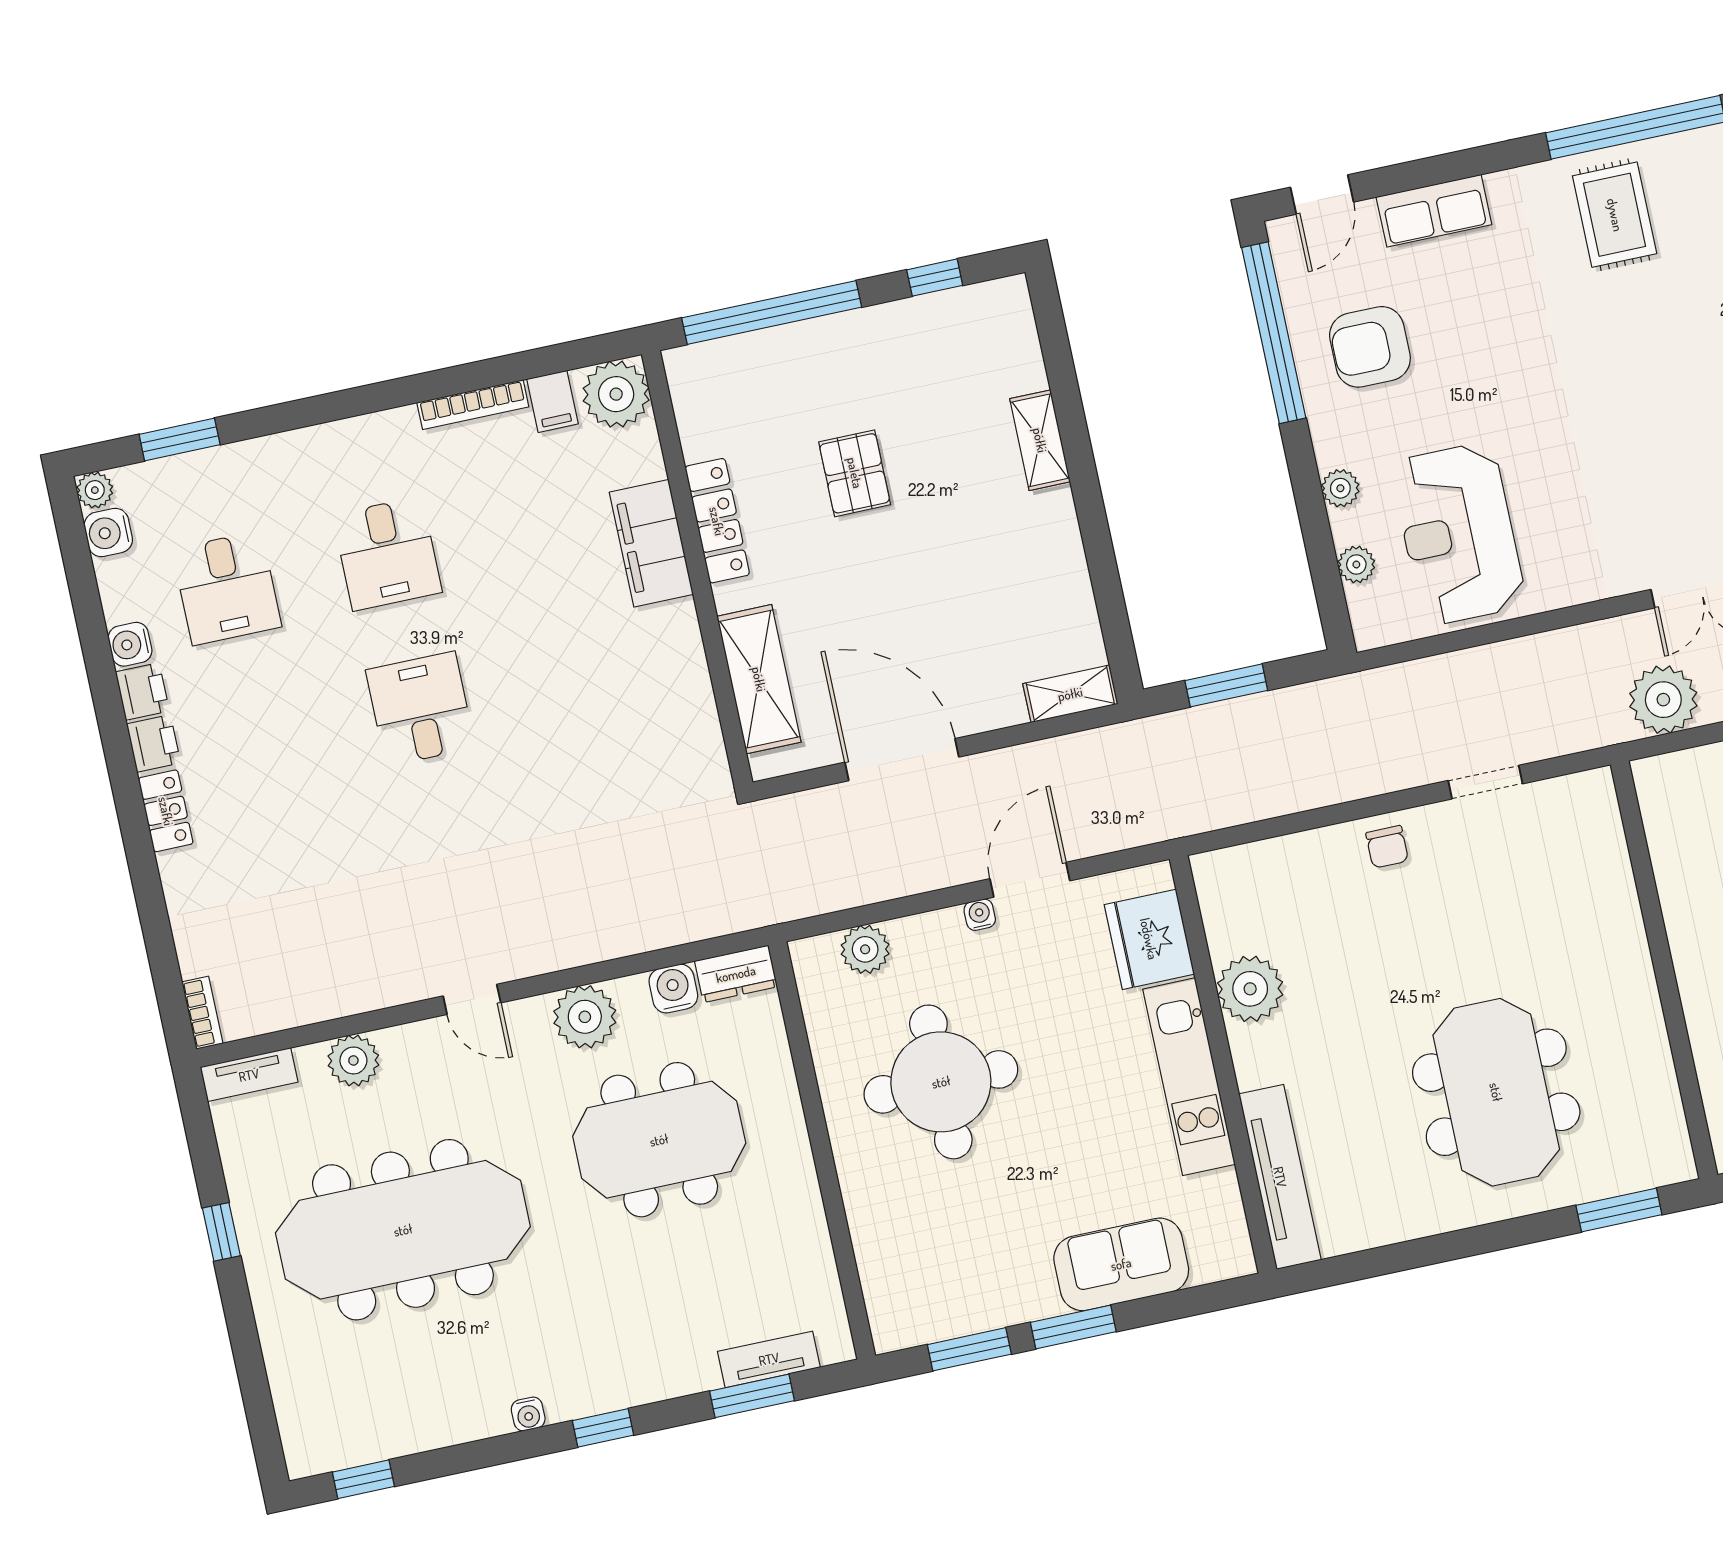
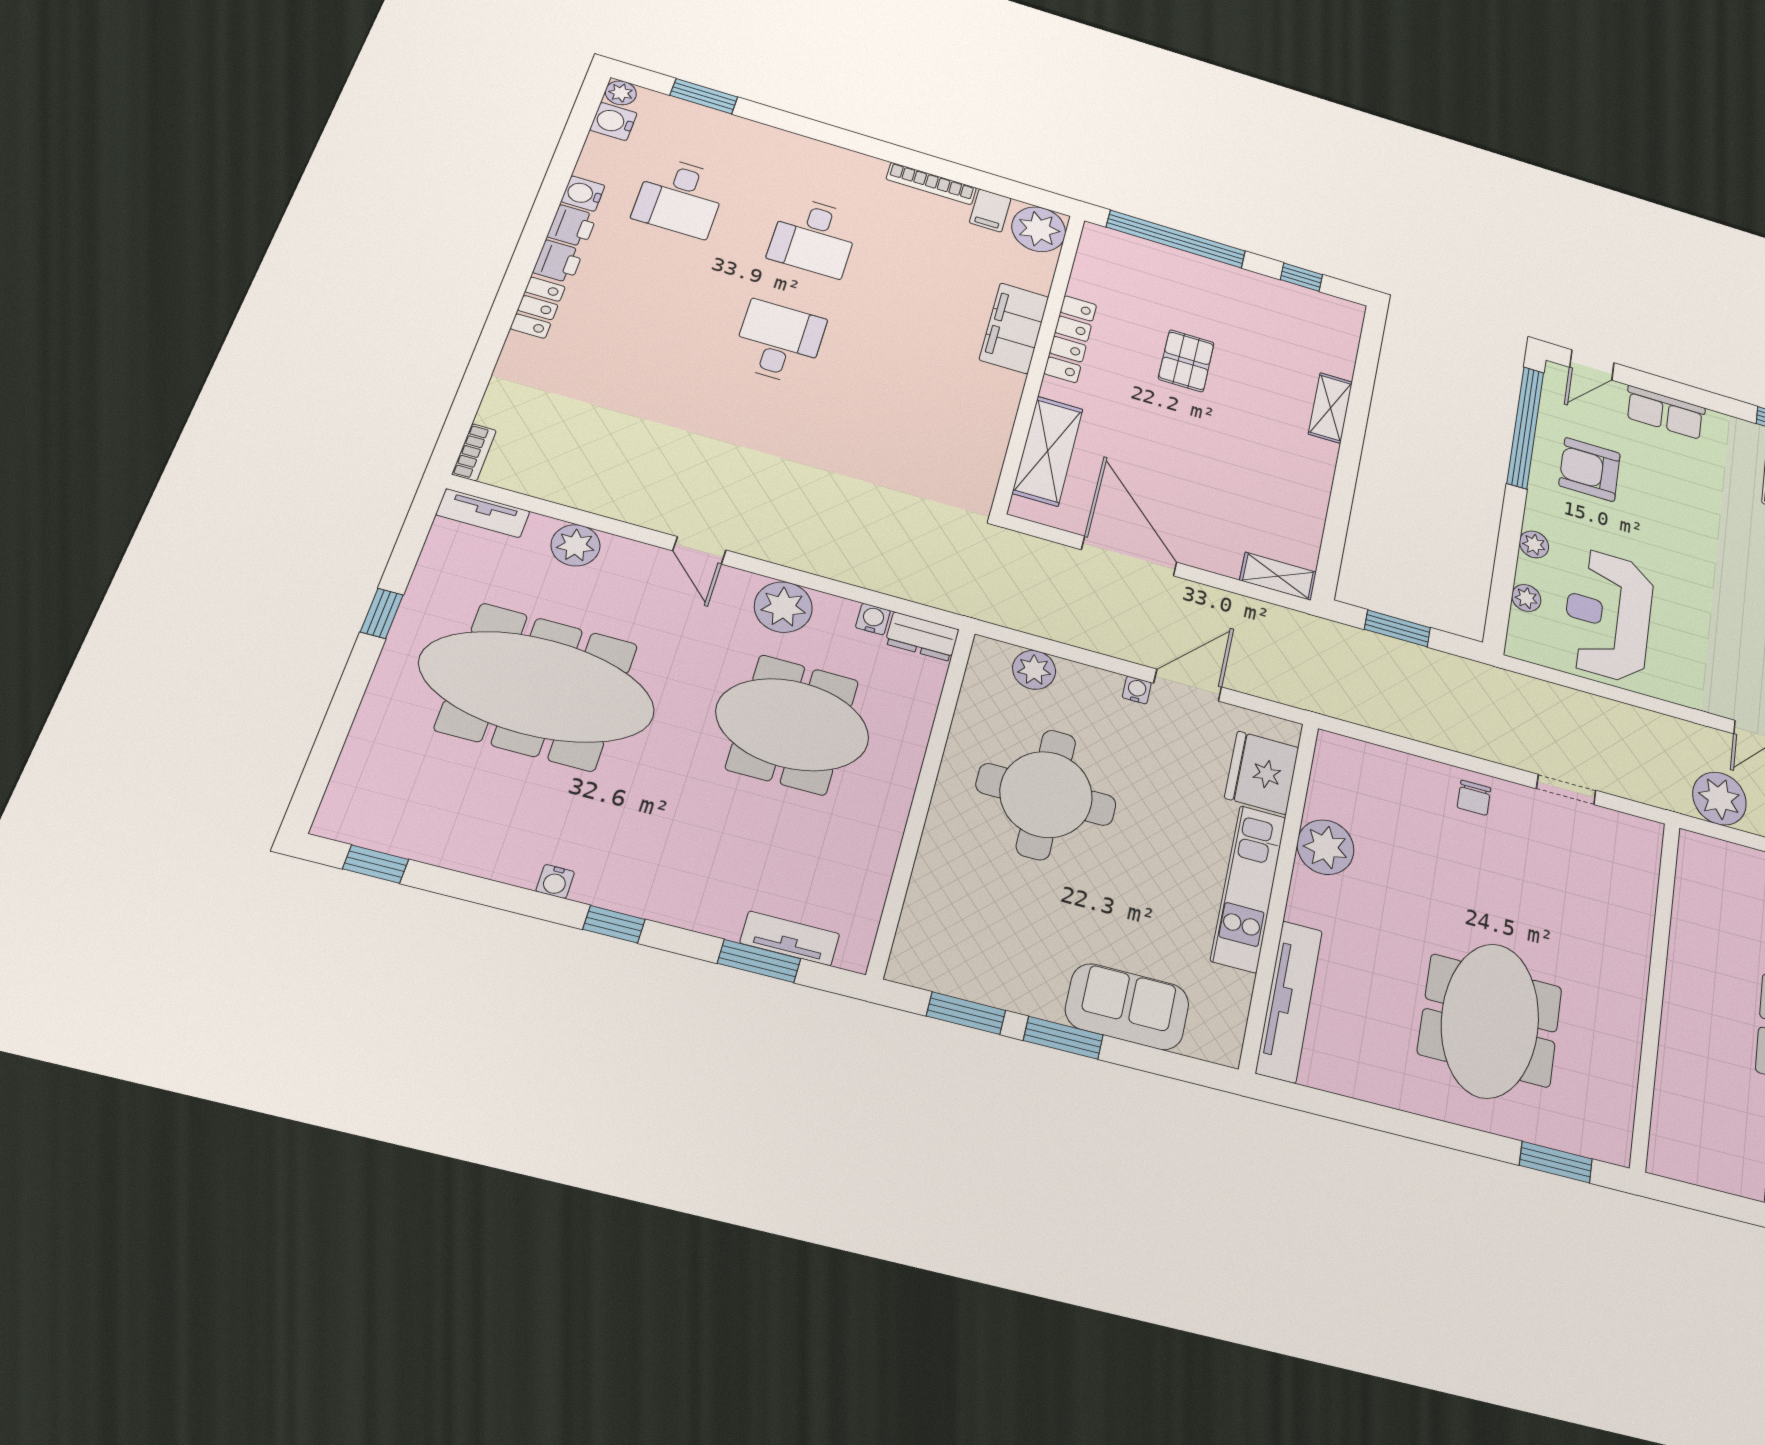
water cooler: (673, 989) -> (873, 619), width x0.72, depth x0.72

